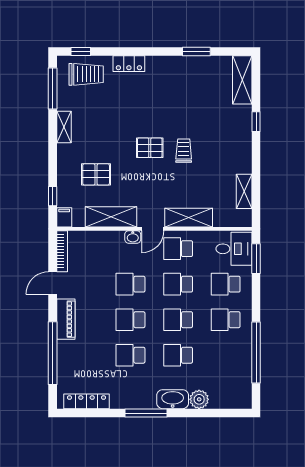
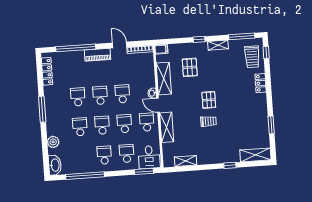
window: (53, 196) -> (199, 39), moved
washbasin: (173, 399) -> (55, 165), moved

